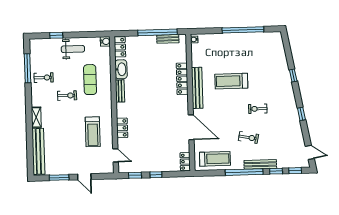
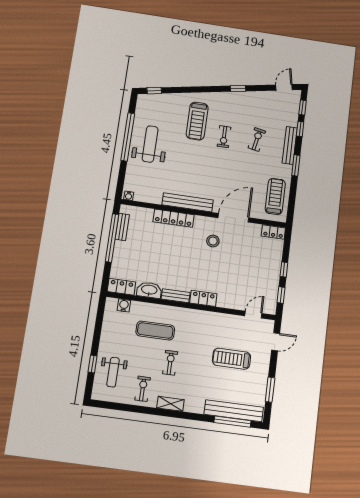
water cooler: (105, 41) -> (124, 305), moved
weight bench: (73, 49) -> (113, 372), moved, turned 180
weight bench: (240, 49) -> (150, 144), added
window: (28, 68) -> (232, 422), moved
window: (293, 75) -> (154, 91), moved
treadmill: (231, 81) -> (197, 121), moved
stool: (169, 114) -> (213, 241), added
shelving: (36, 117) -> (170, 404), moved
locker: (122, 128) -> (203, 298), moved
treadmill: (93, 132) -> (231, 359), moved, turned 180
exercise bike: (248, 137) -> (257, 140), moved
window: (244, 172) -> (296, 165), width x0.47
door: (84, 177) -> (276, 342), moved

